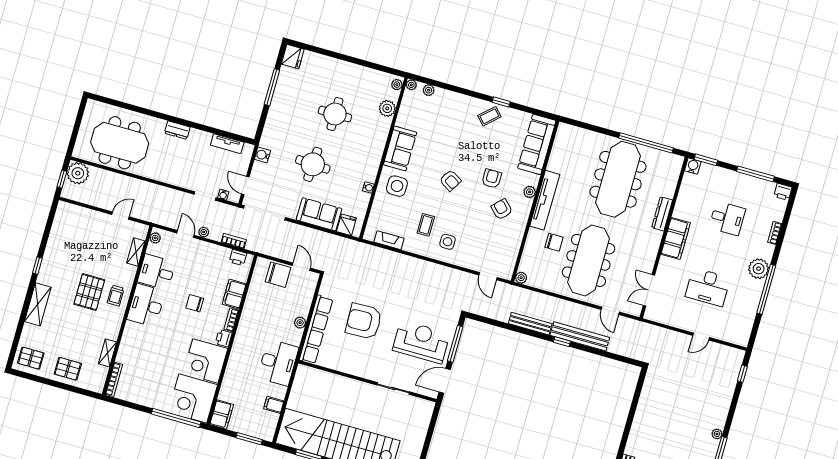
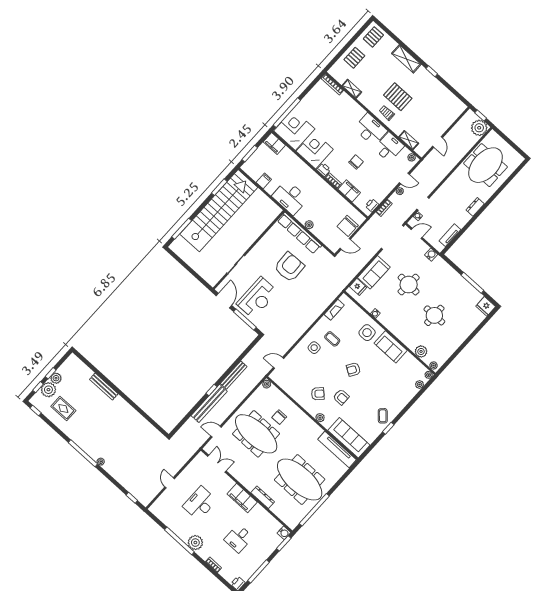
tv unit: (545, 200) -> (337, 449), moved

